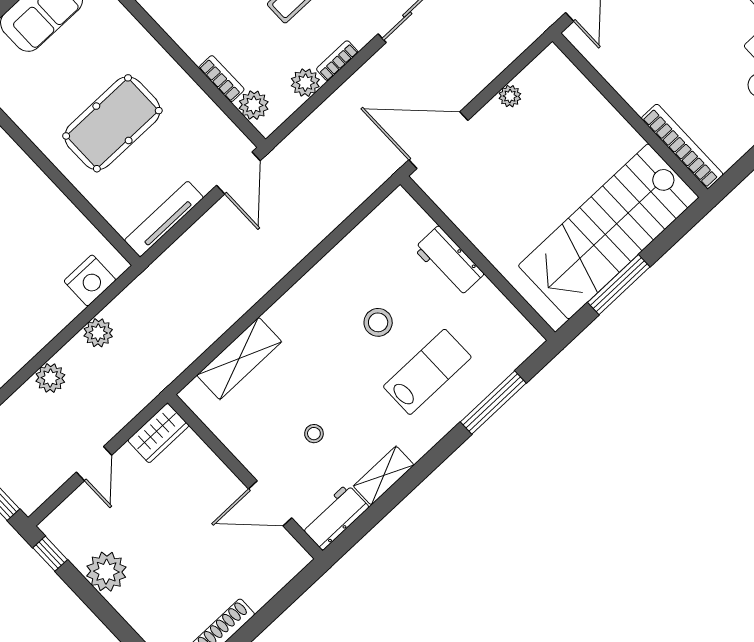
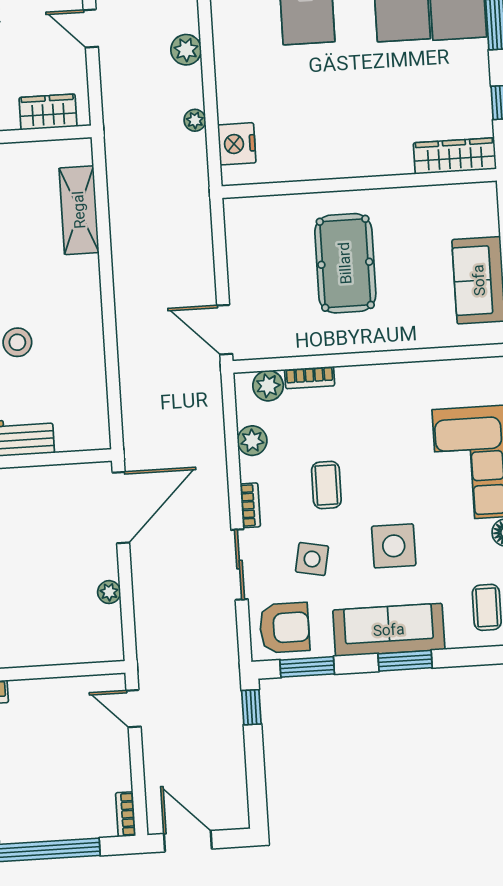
bookcase: (337, 61) -> (250, 505), moved
tv unit: (164, 219) -> (237, 242), removed
plant: (98, 333) -> (195, 120), width x0.73, depth x0.73
wardrobe: (158, 433) -> (48, 112), moved, turned 90

